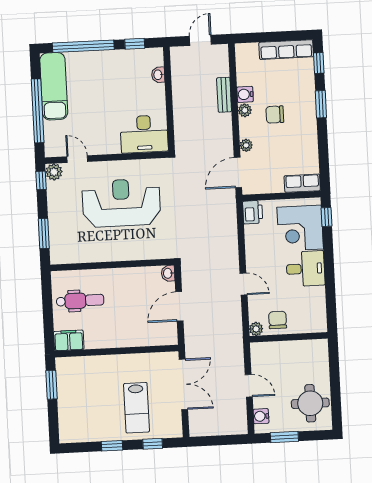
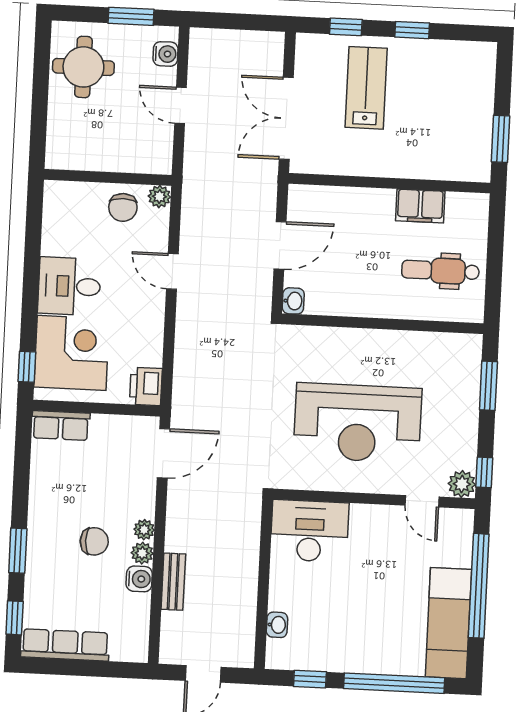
plant: (246, 145) -> (144, 530), moved
filing cabinet: (69, 340) -> (420, 206), moved

